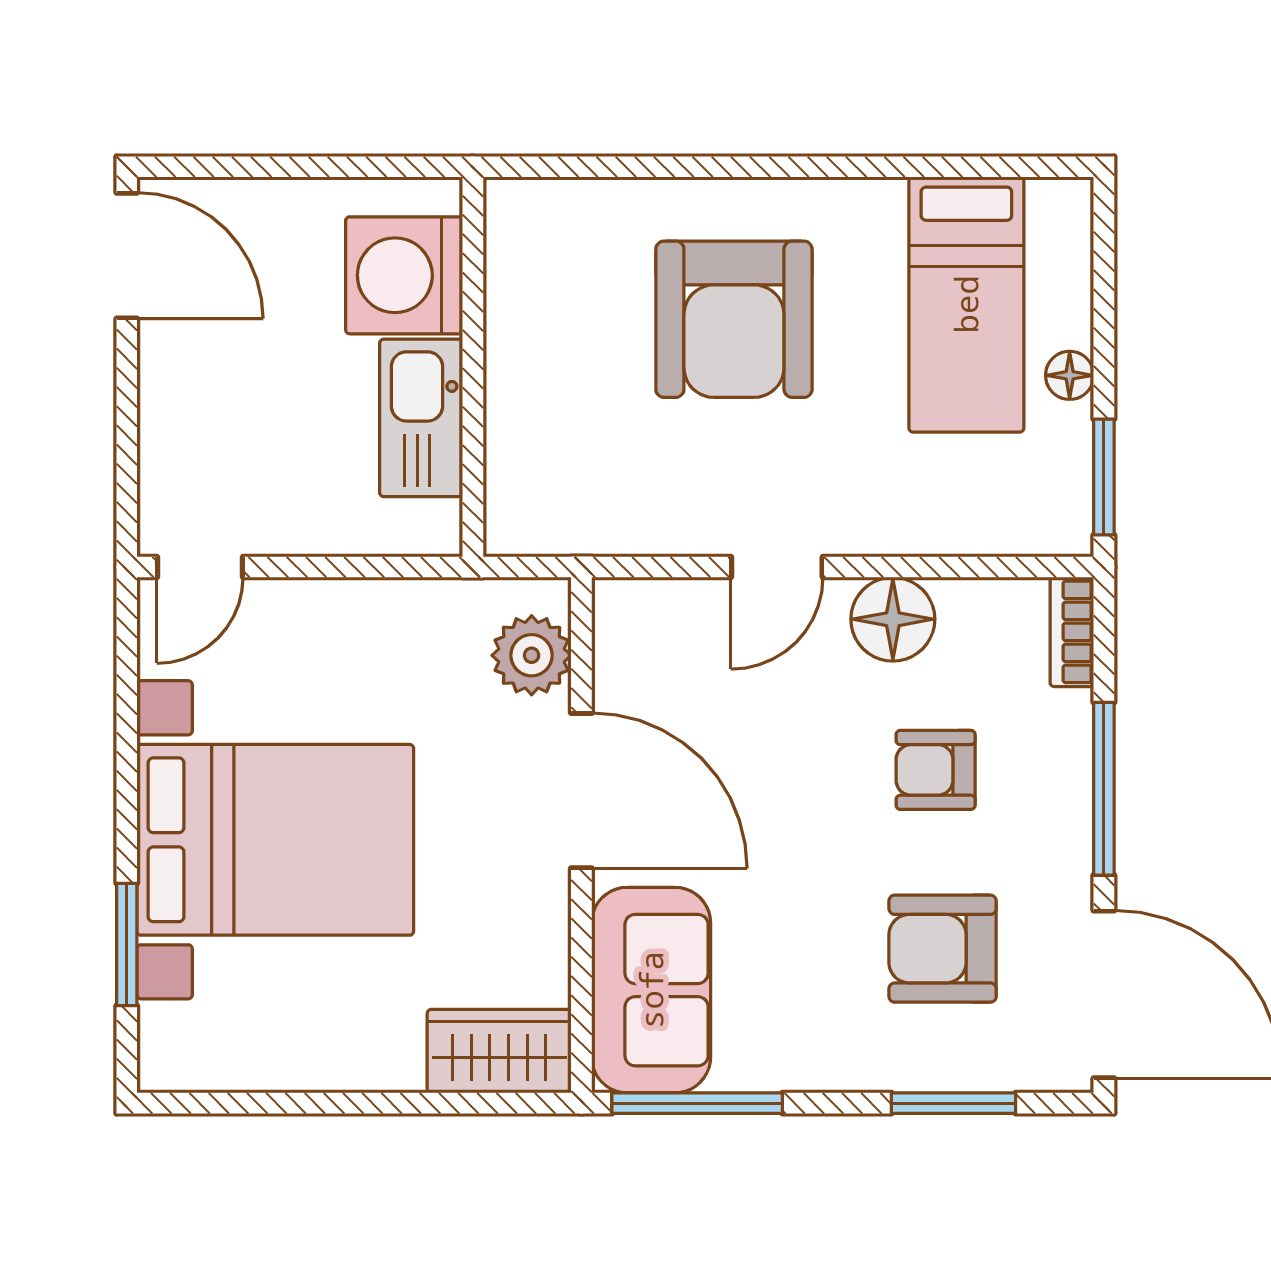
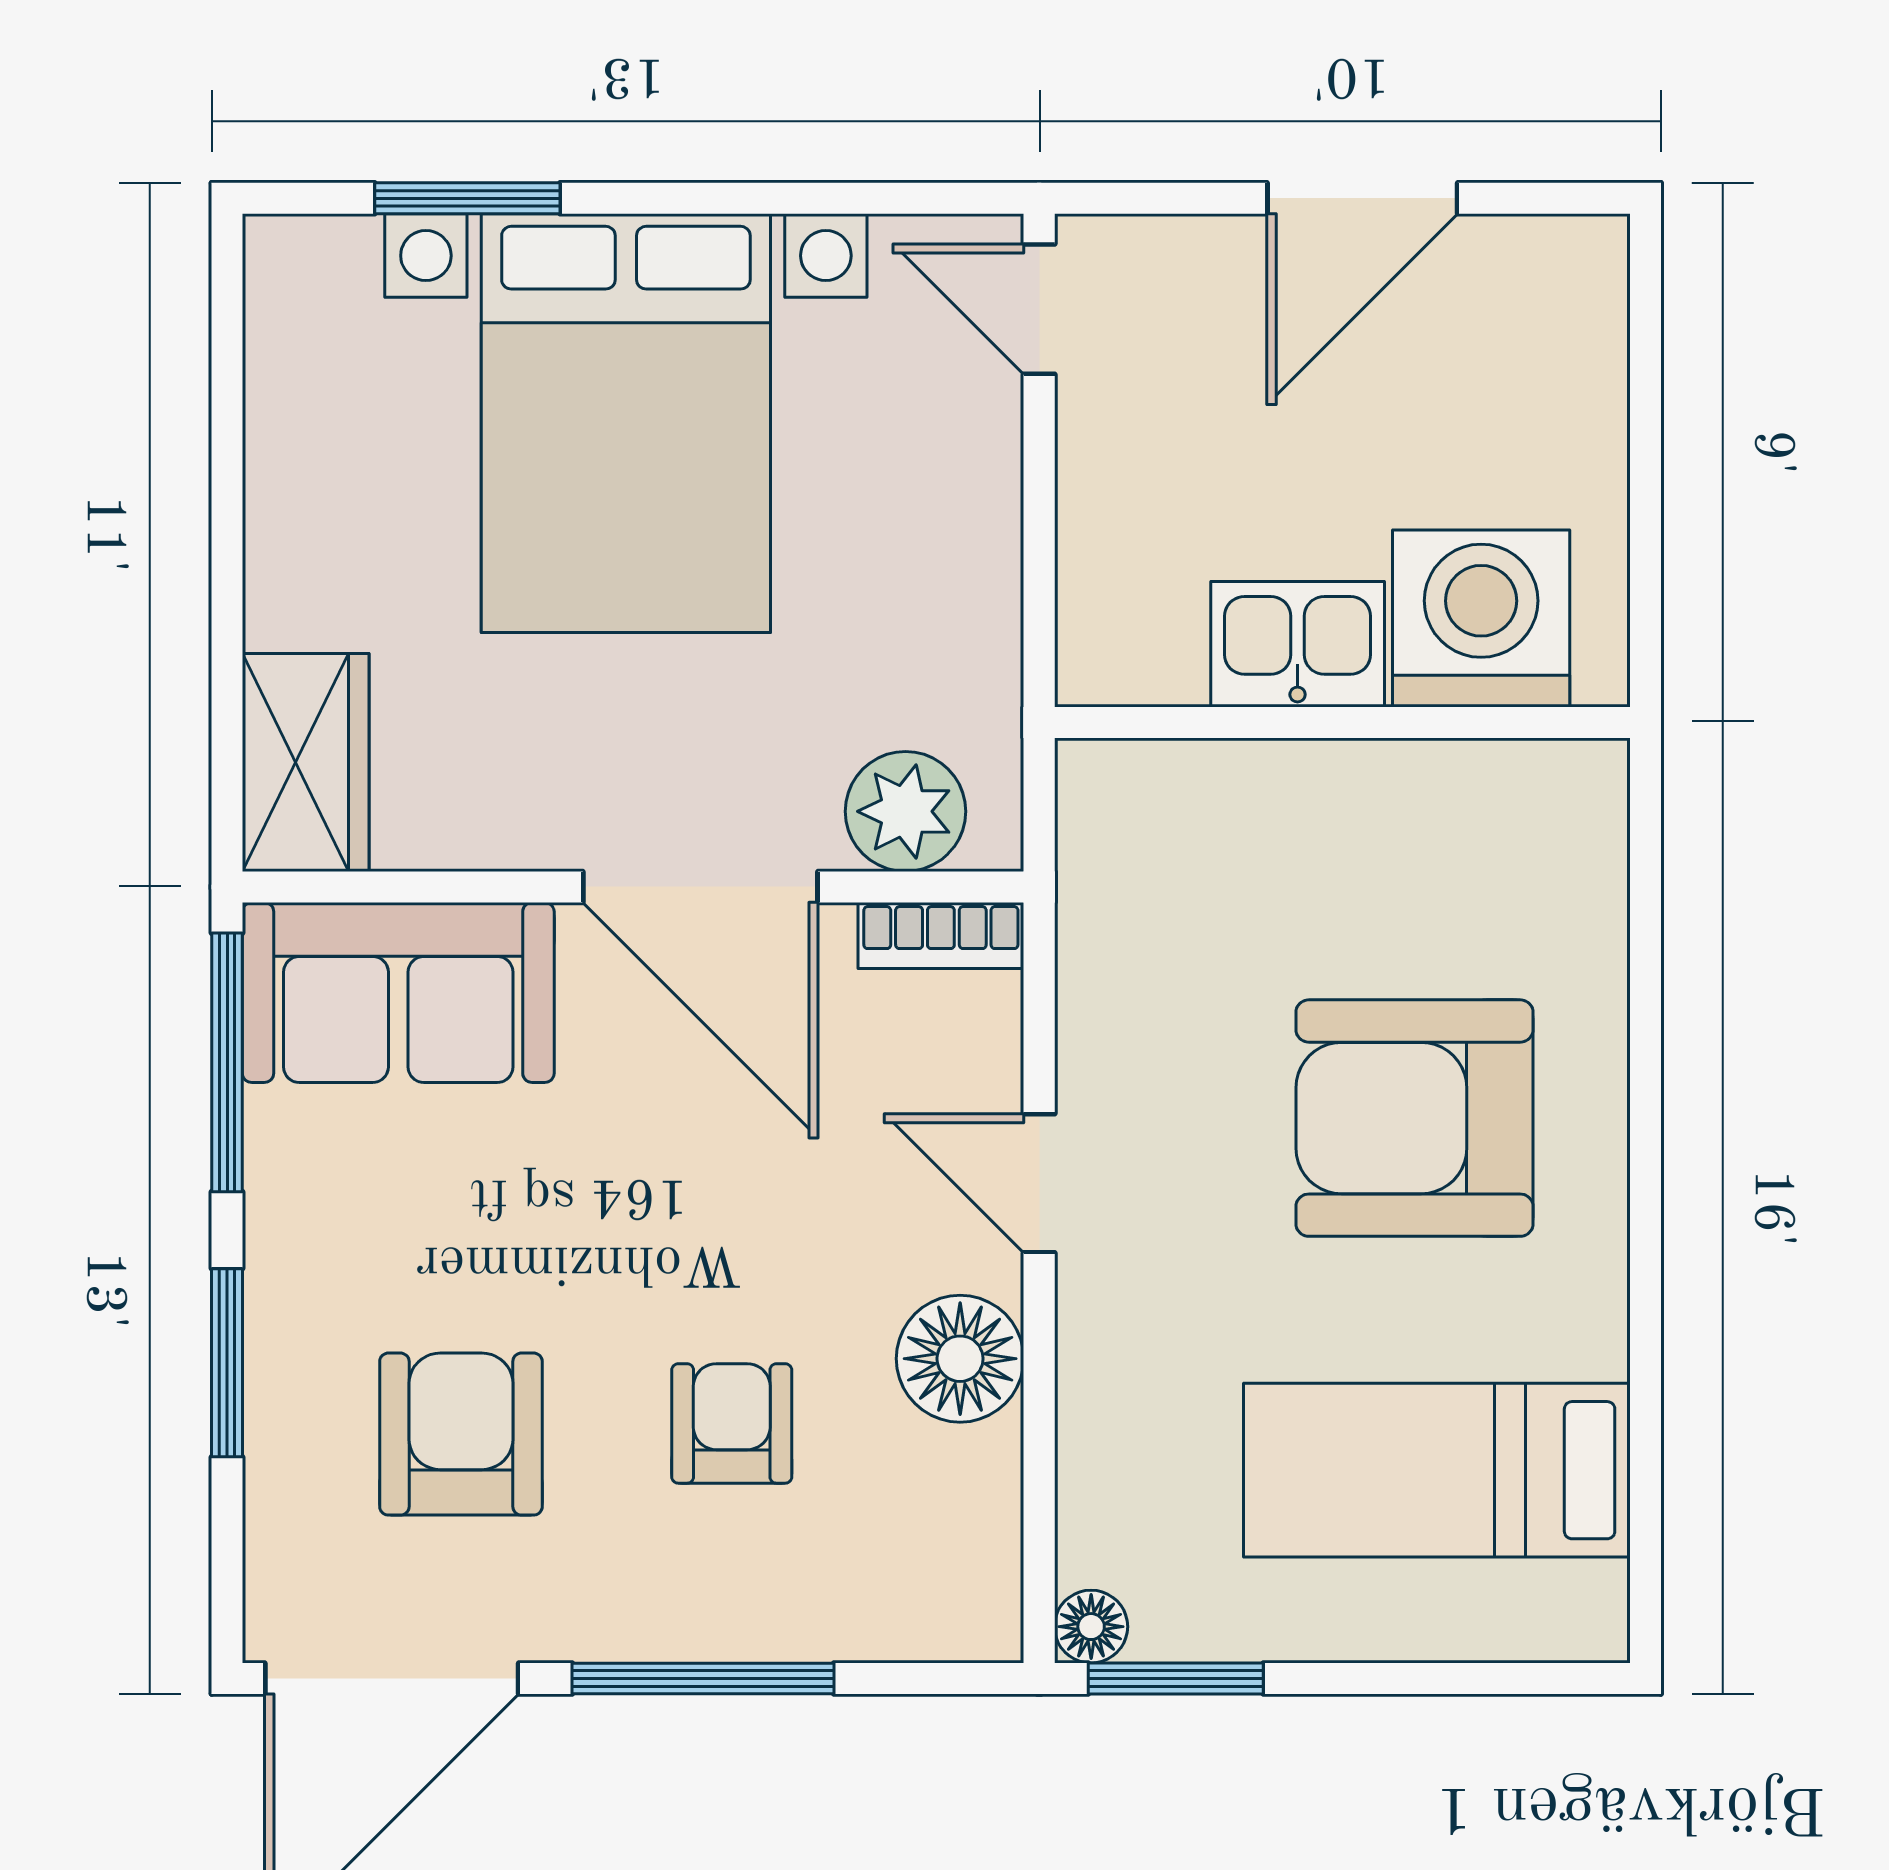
door: (127, 256) -> (1362, 198), moved
floor lamp: (1070, 375) -> (1091, 1627), moved
kitchen sink: (421, 418) -> (1298, 644), width x0.73
bookcase: (1072, 632) -> (941, 936), moved, turned 180
door: (581, 791) -> (700, 887), hinge flipped
window: (954, 1103) -> (227, 1363), moved

